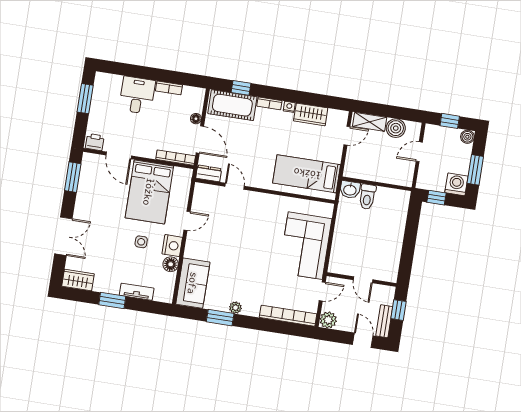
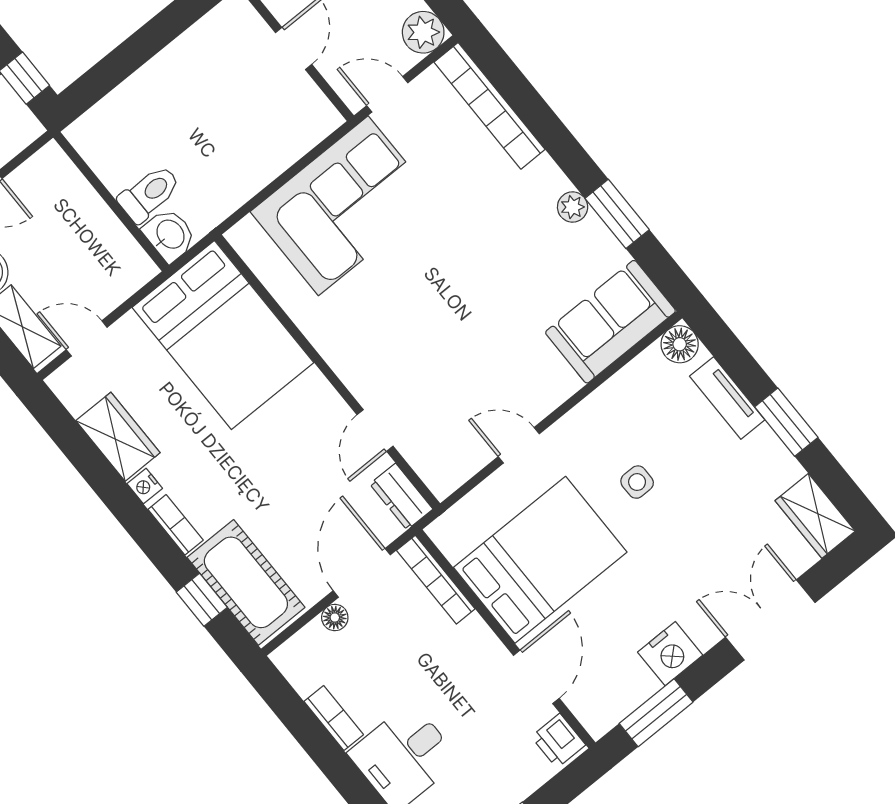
bed: (307, 174) -> (223, 335), width x1.50
nightstand: (172, 246) -> (670, 654), moved, turned 180
floor lamp: (171, 264) -> (680, 344), moved

